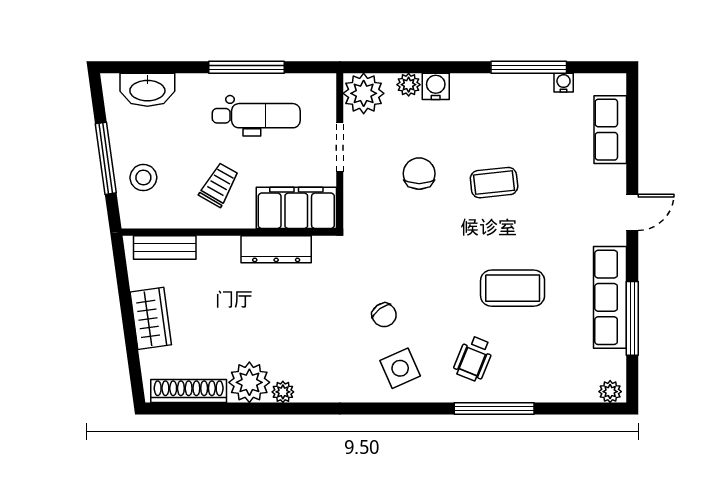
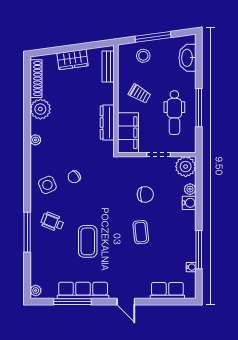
plant: (283, 392) -> (35, 140), moved

